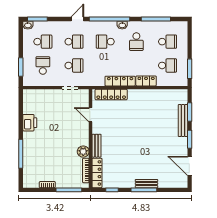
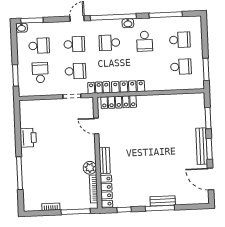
locker: (146, 81) -> (99, 88), moved
bench: (183, 121) -> (202, 146), moved

